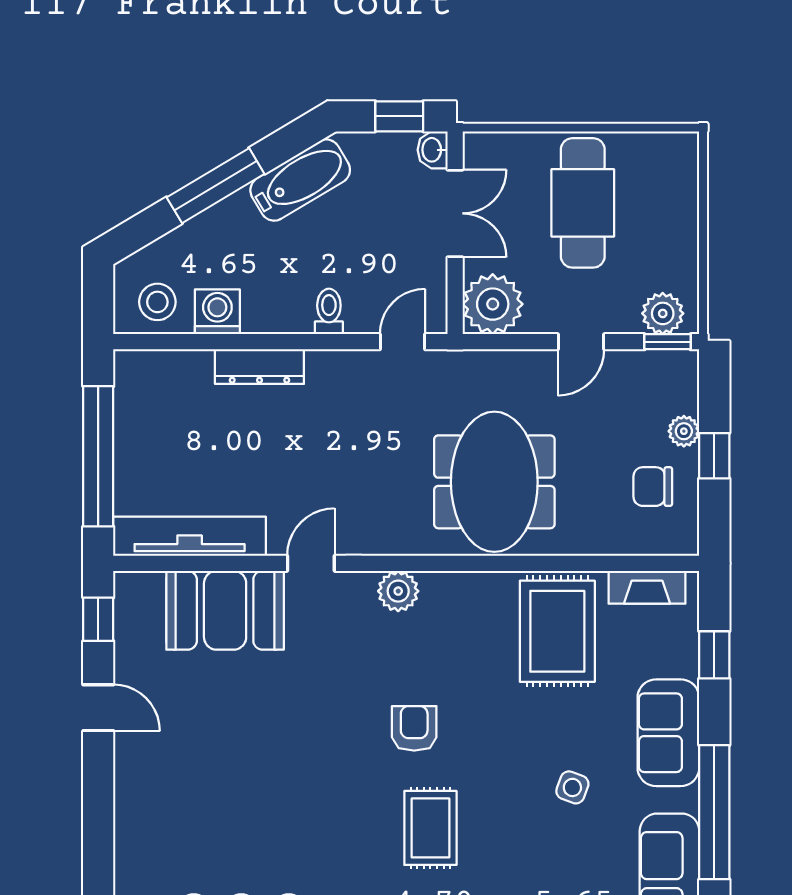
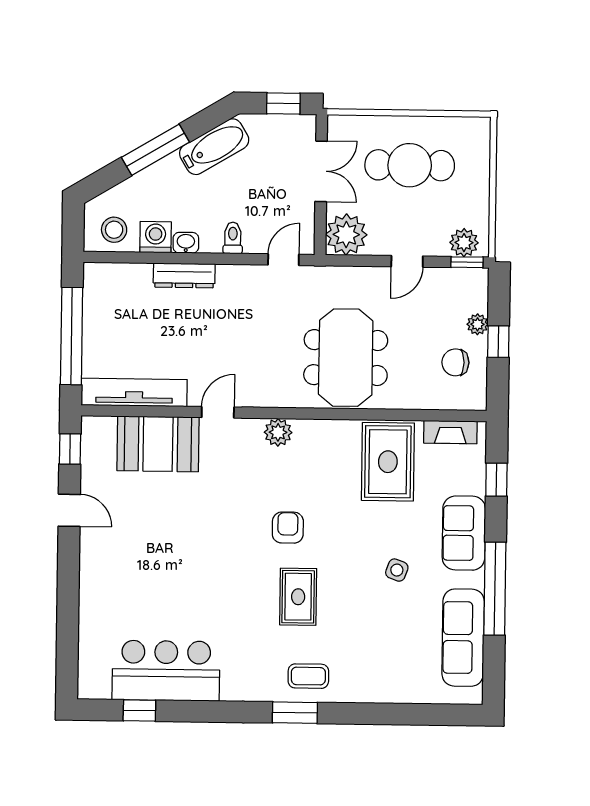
washbasin: (433, 150) -> (186, 243), moved, turned 90
cafe table: (583, 203) -> (410, 165), turned 90

